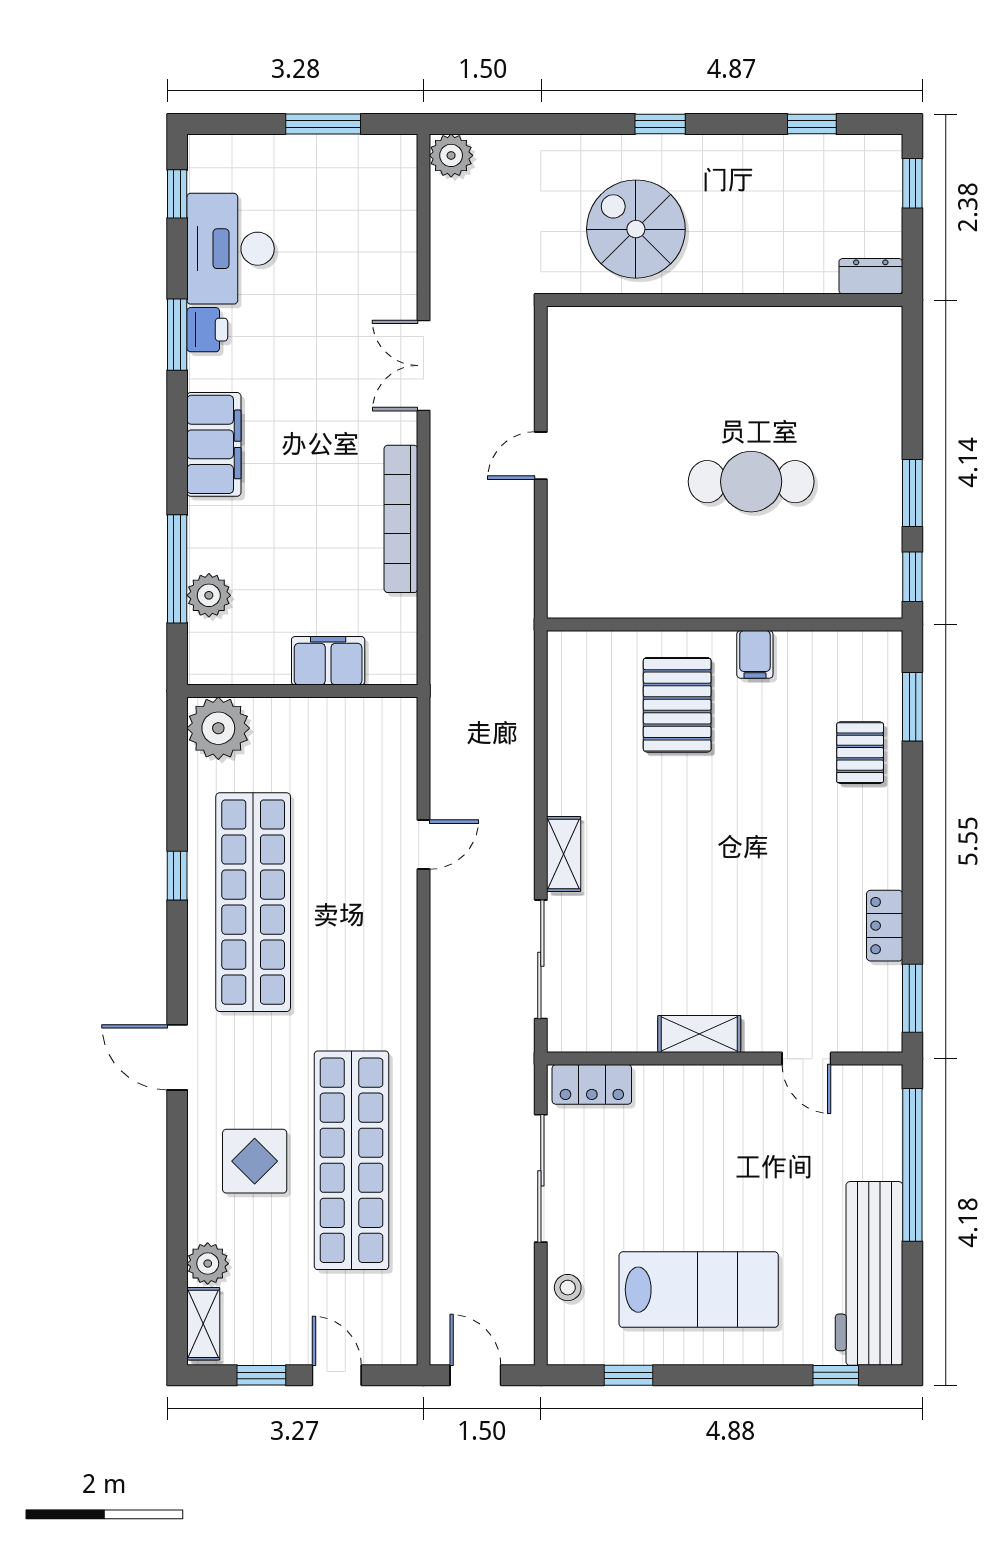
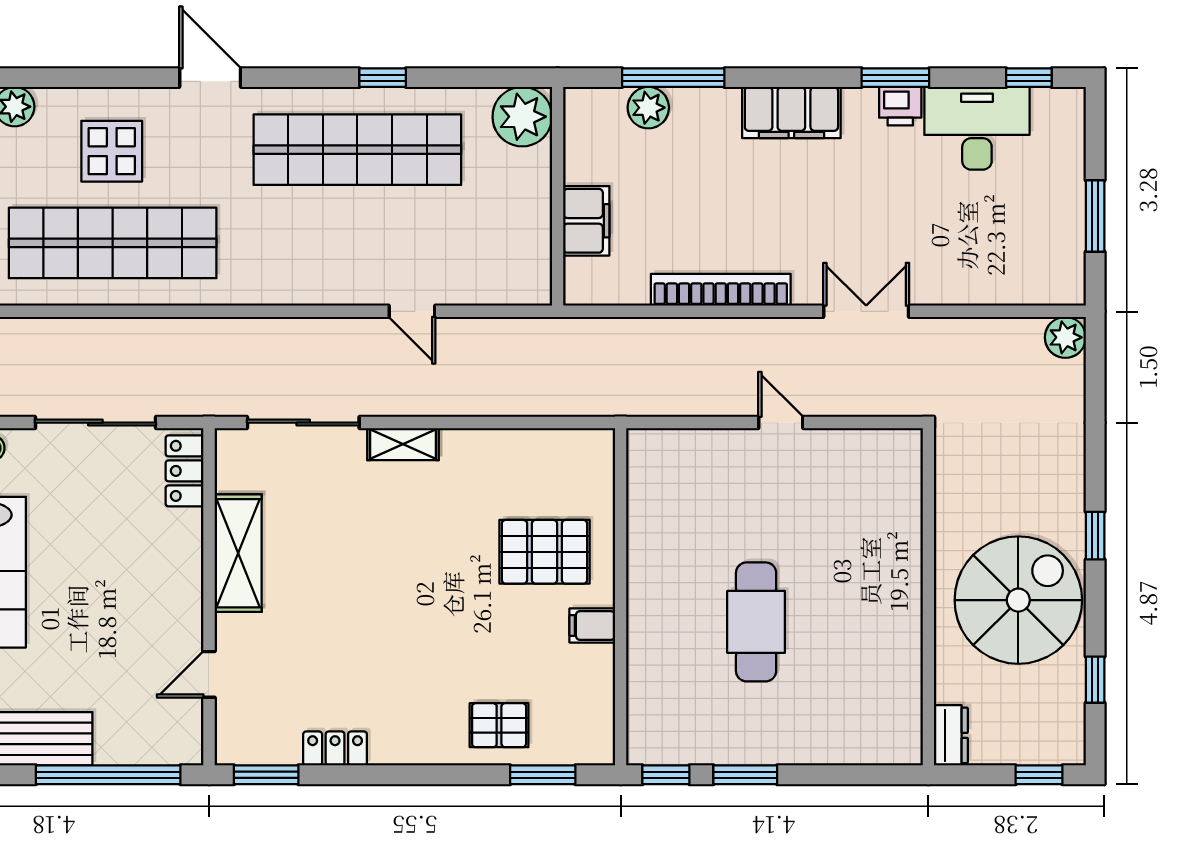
spiral stairs: (636, 229) -> (1018, 600), moved, width x1.37, depth x1.37
shelving: (699, 1034) -> (238, 553), width x1.50, depth x1.33
door: (177, 1057) -> (210, 78), hinge flipped

